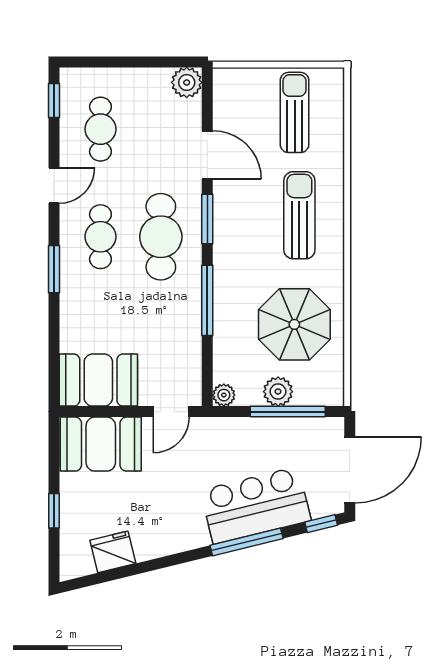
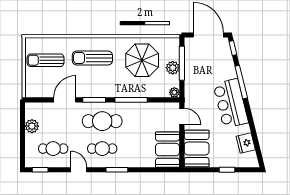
plant: (187, 82) -> (32, 126), moved
bar counter: (256, 505) -> (231, 103), moved

